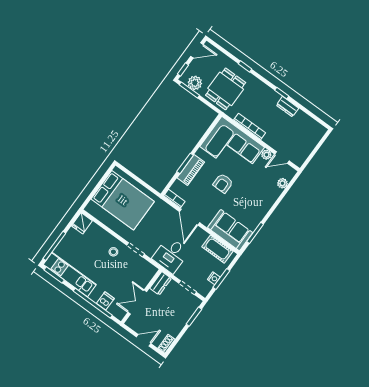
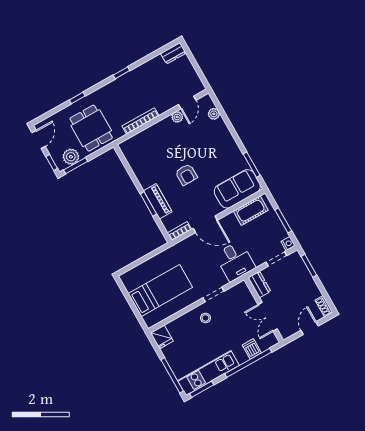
dresser: (287, 107) -> (173, 53), moved
corner sofa: (232, 147) -> (153, 148), removed
bed: (123, 200) -> (160, 290), width x0.67
nightstand: (214, 278) -> (288, 244), moved

